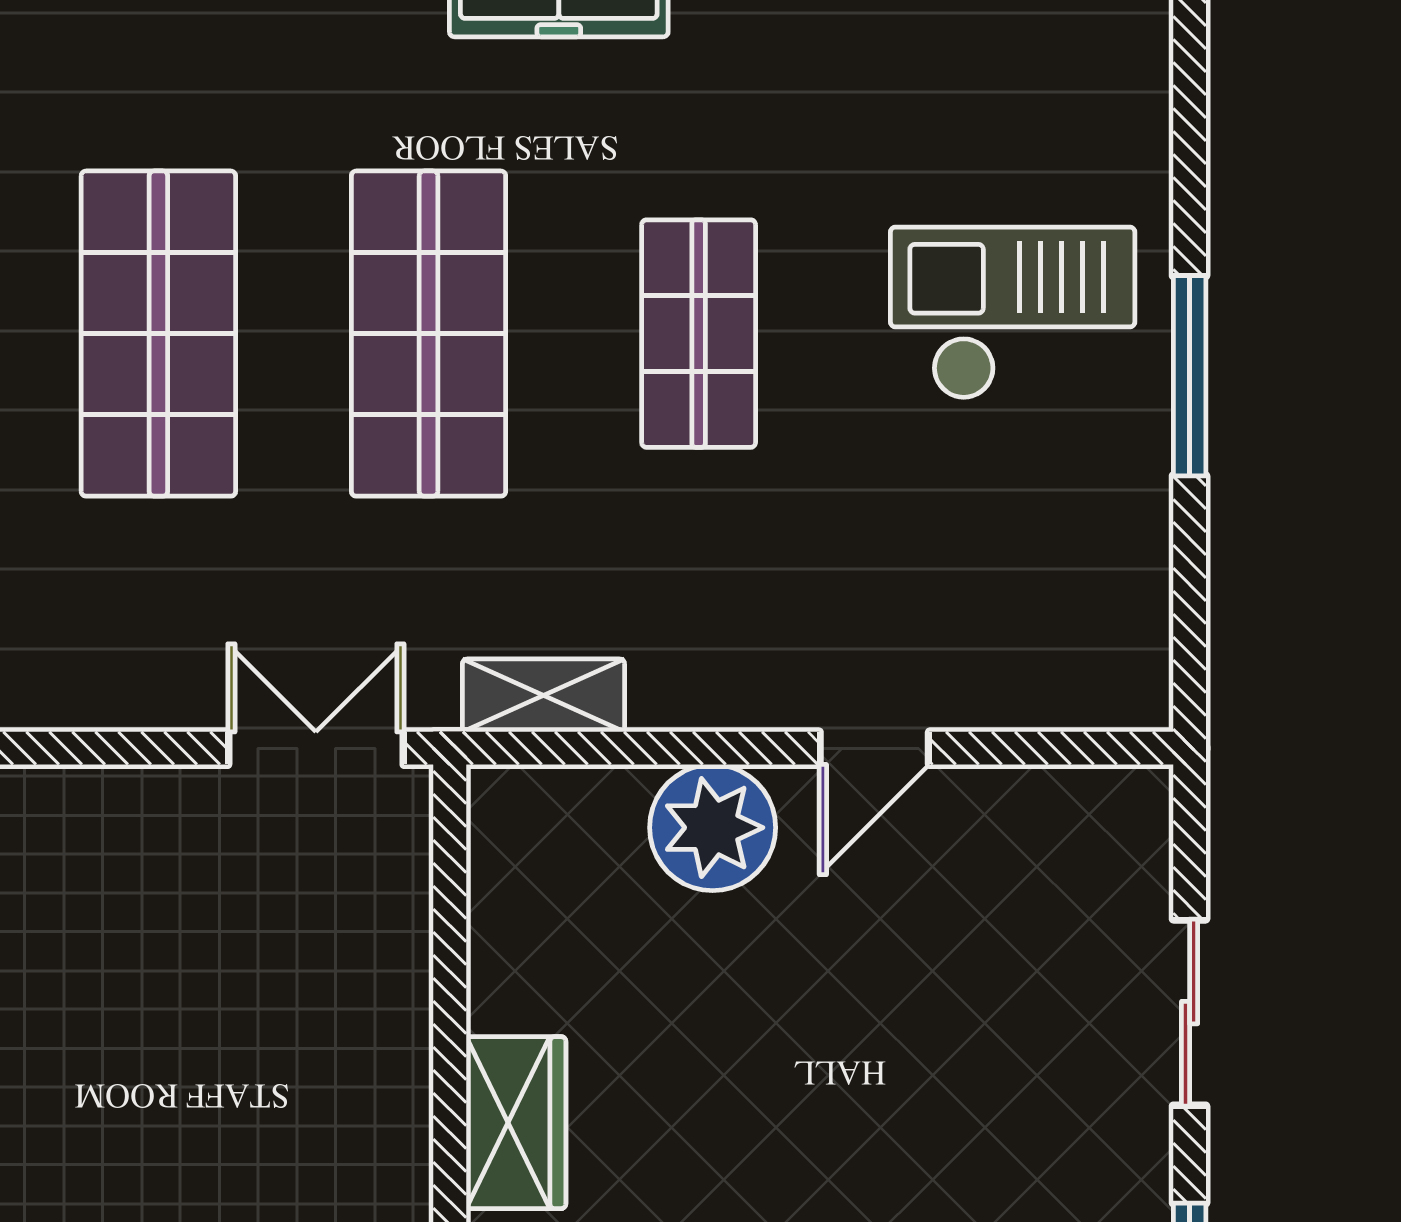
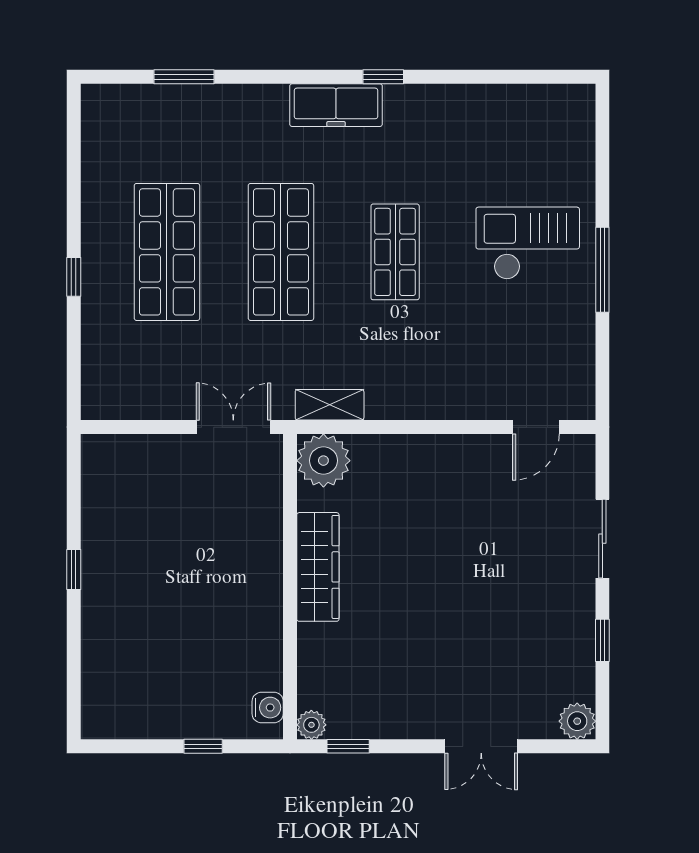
door: (874, 748) -> (536, 427), moved
plant: (713, 828) -> (323, 461), moved
wardrobe: (516, 1123) -> (318, 567), width x1.50

